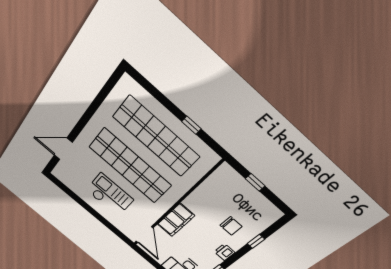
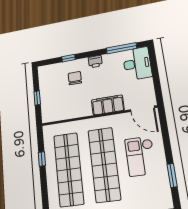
window: (75, 197) -> (172, 175), added
door: (144, 235) -> (142, 109), swing flipped

